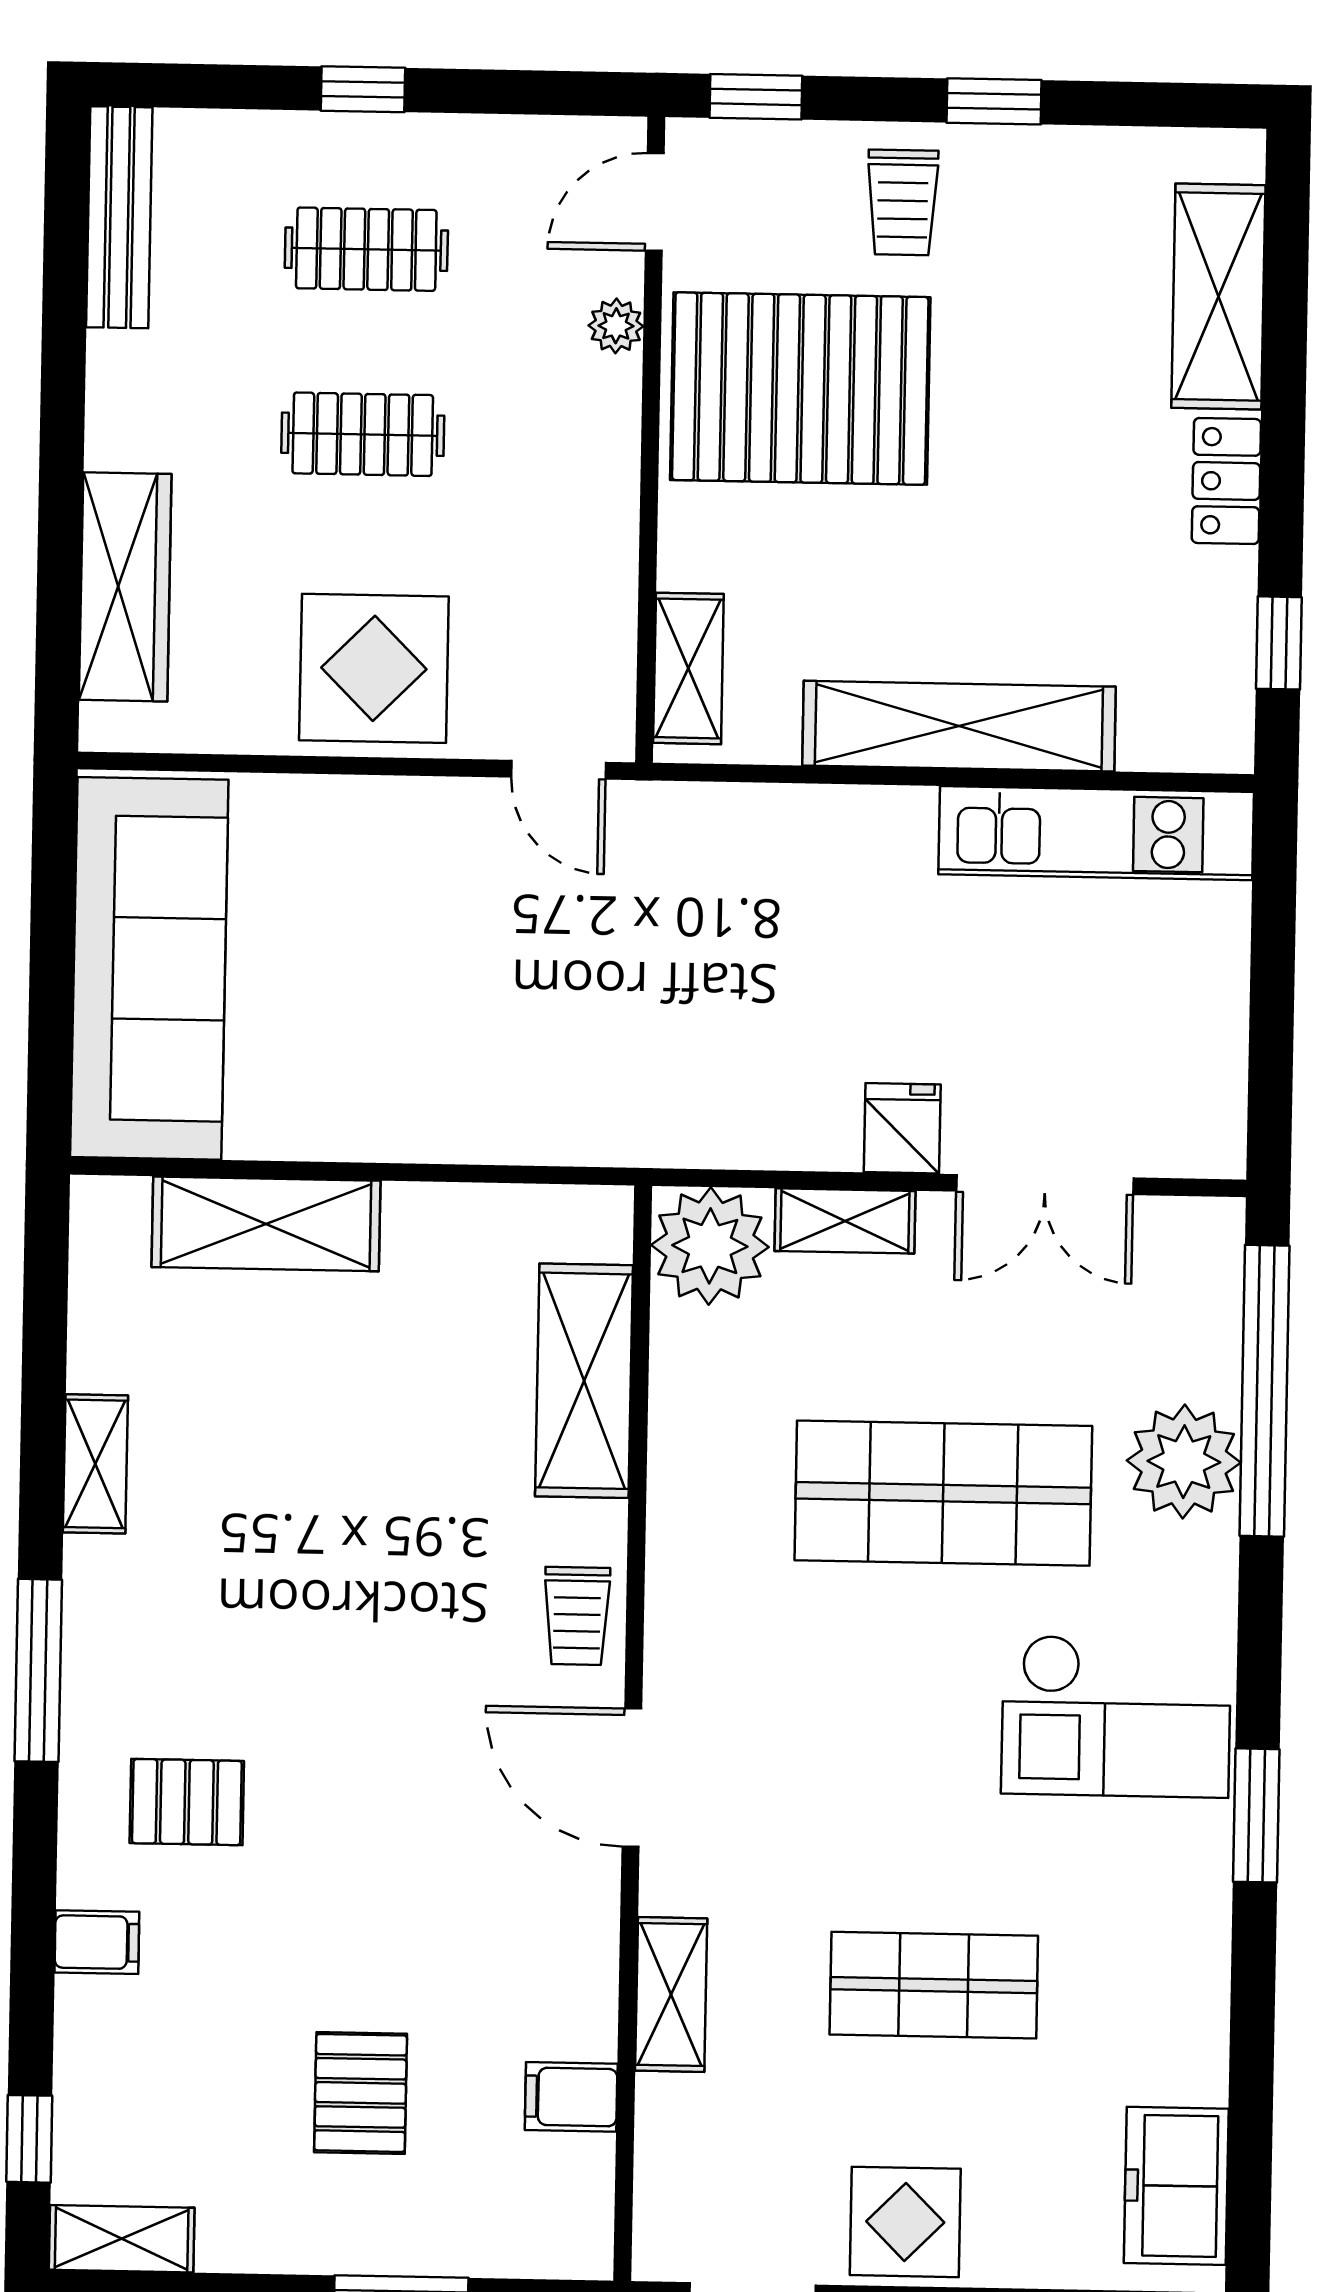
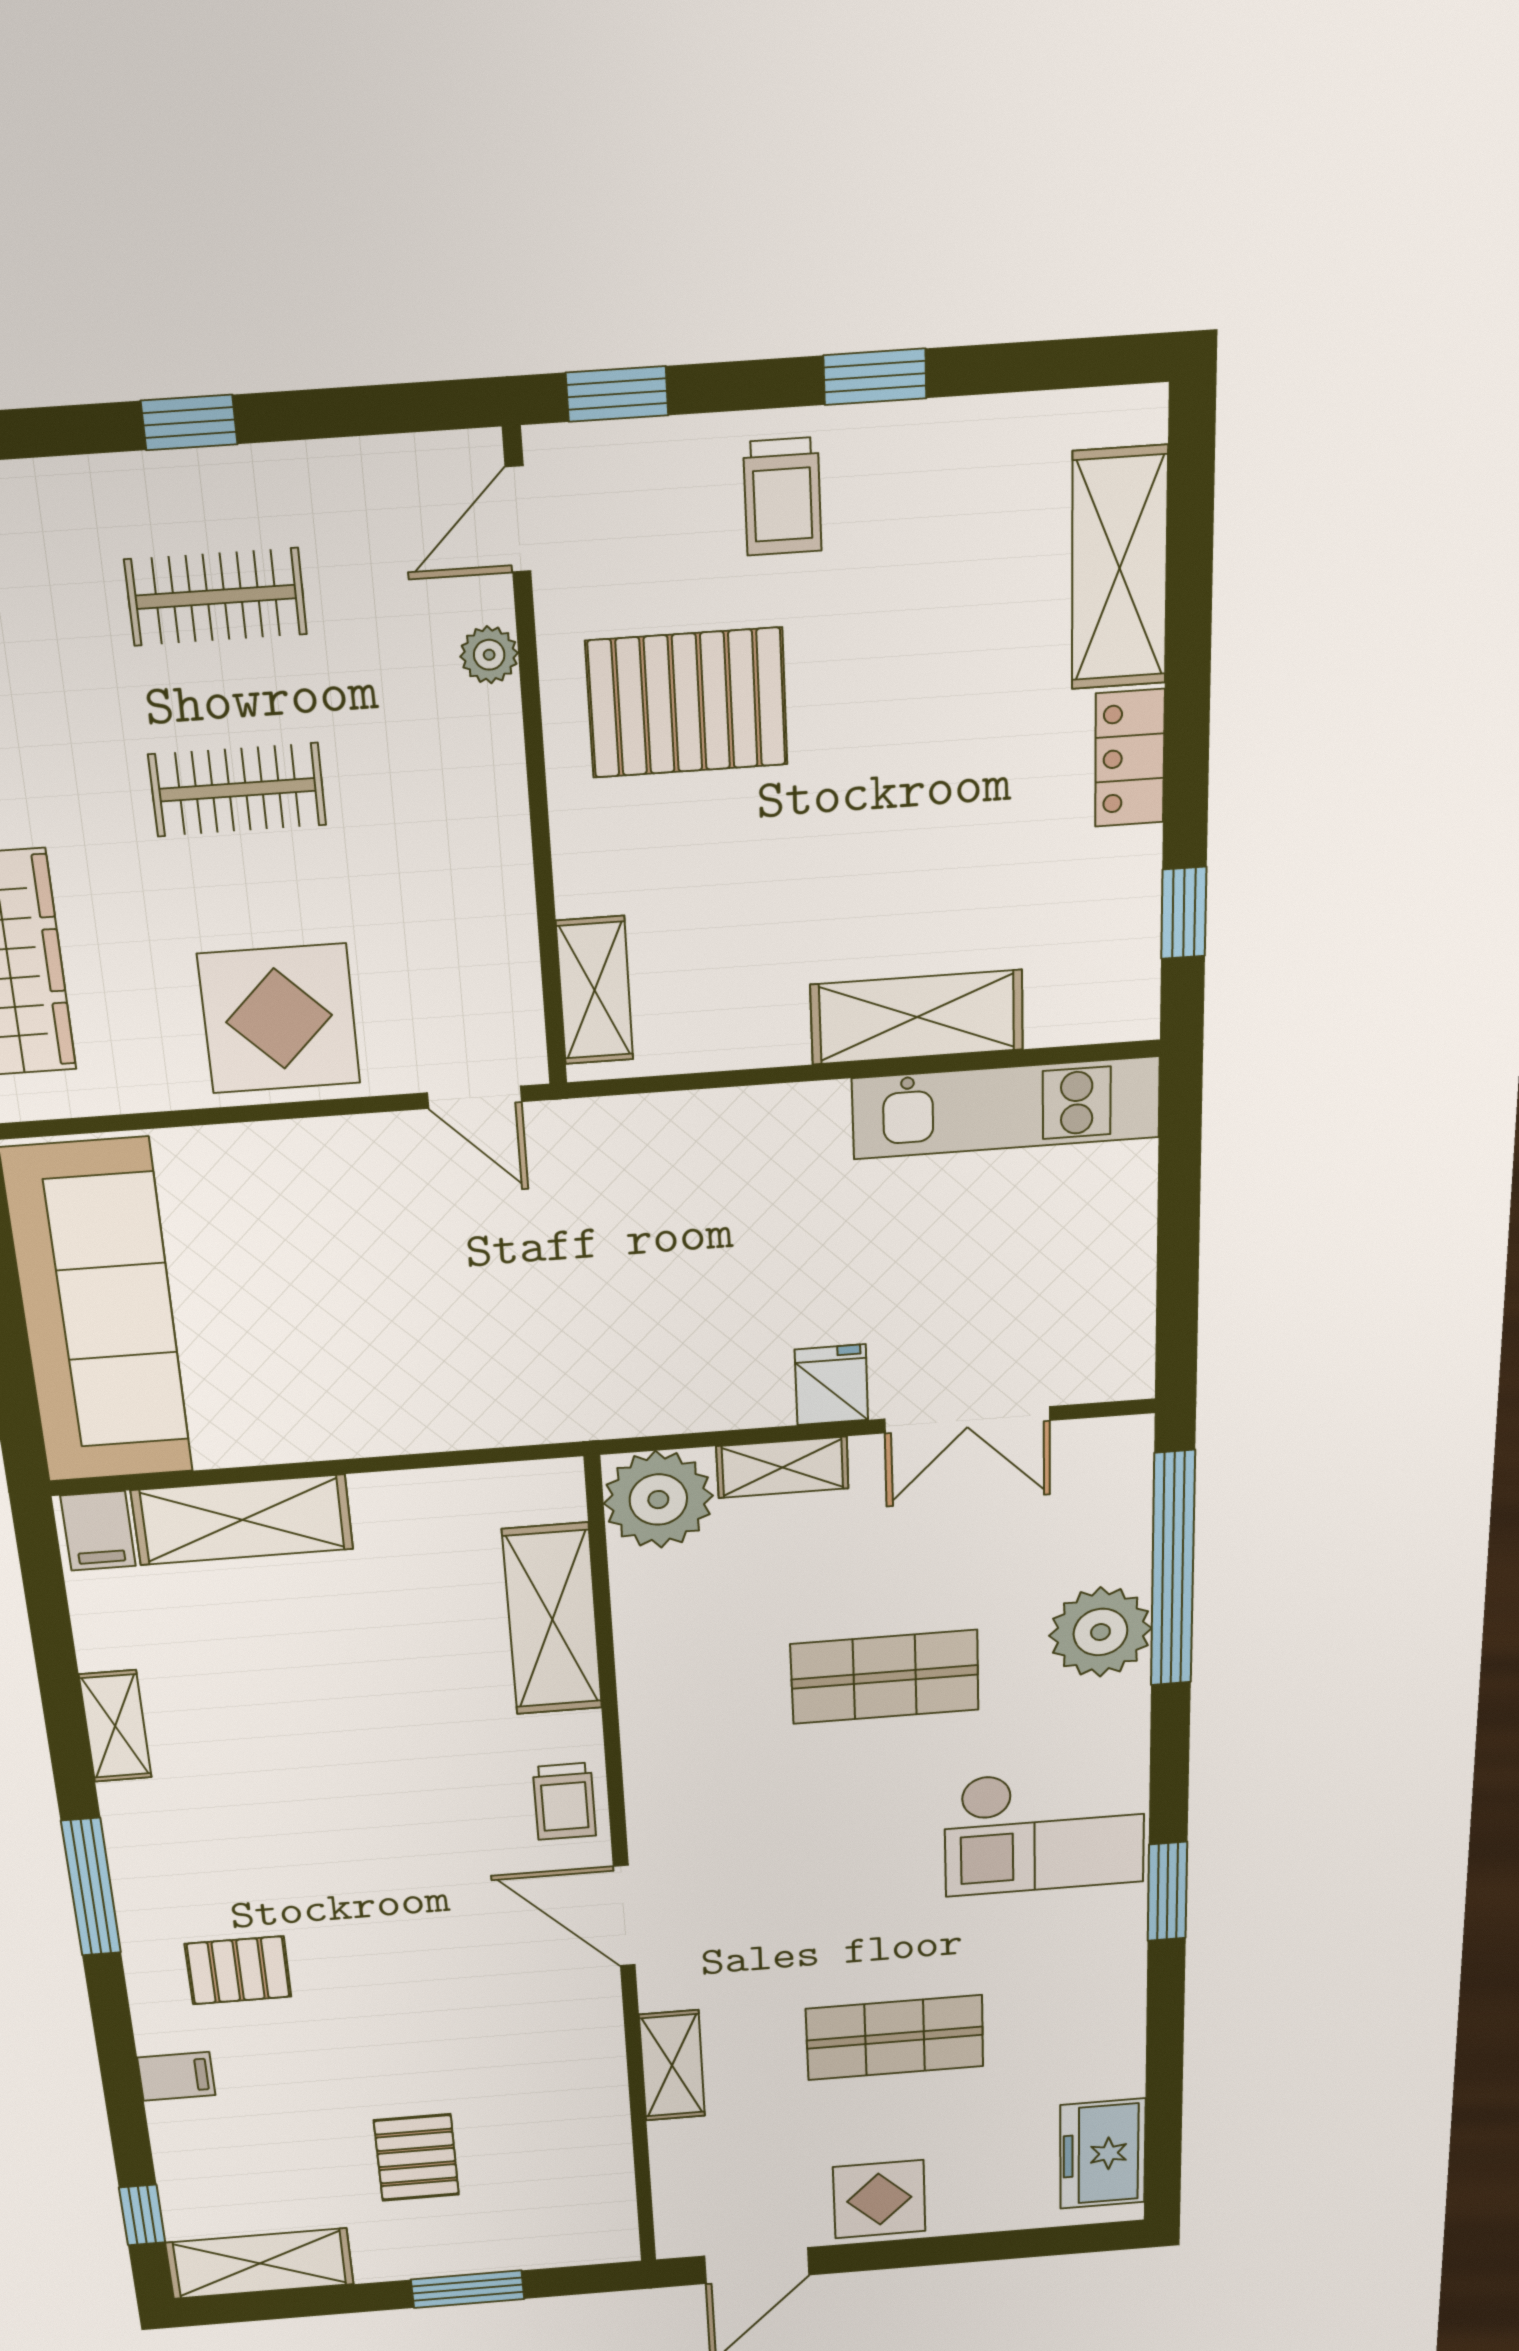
pallet: (800, 389) -> (687, 703), width x0.73, depth x0.71
shelving: (959, 726) -> (917, 1017), width x0.68
shop shelf: (943, 1493) -> (885, 1677), width x0.70, depth x0.74
filing cabinet: (571, 2097) -> (98, 1531), moved, turned -90
shelving: (122, 2239) -> (260, 2263), width x1.50, depth x1.33

